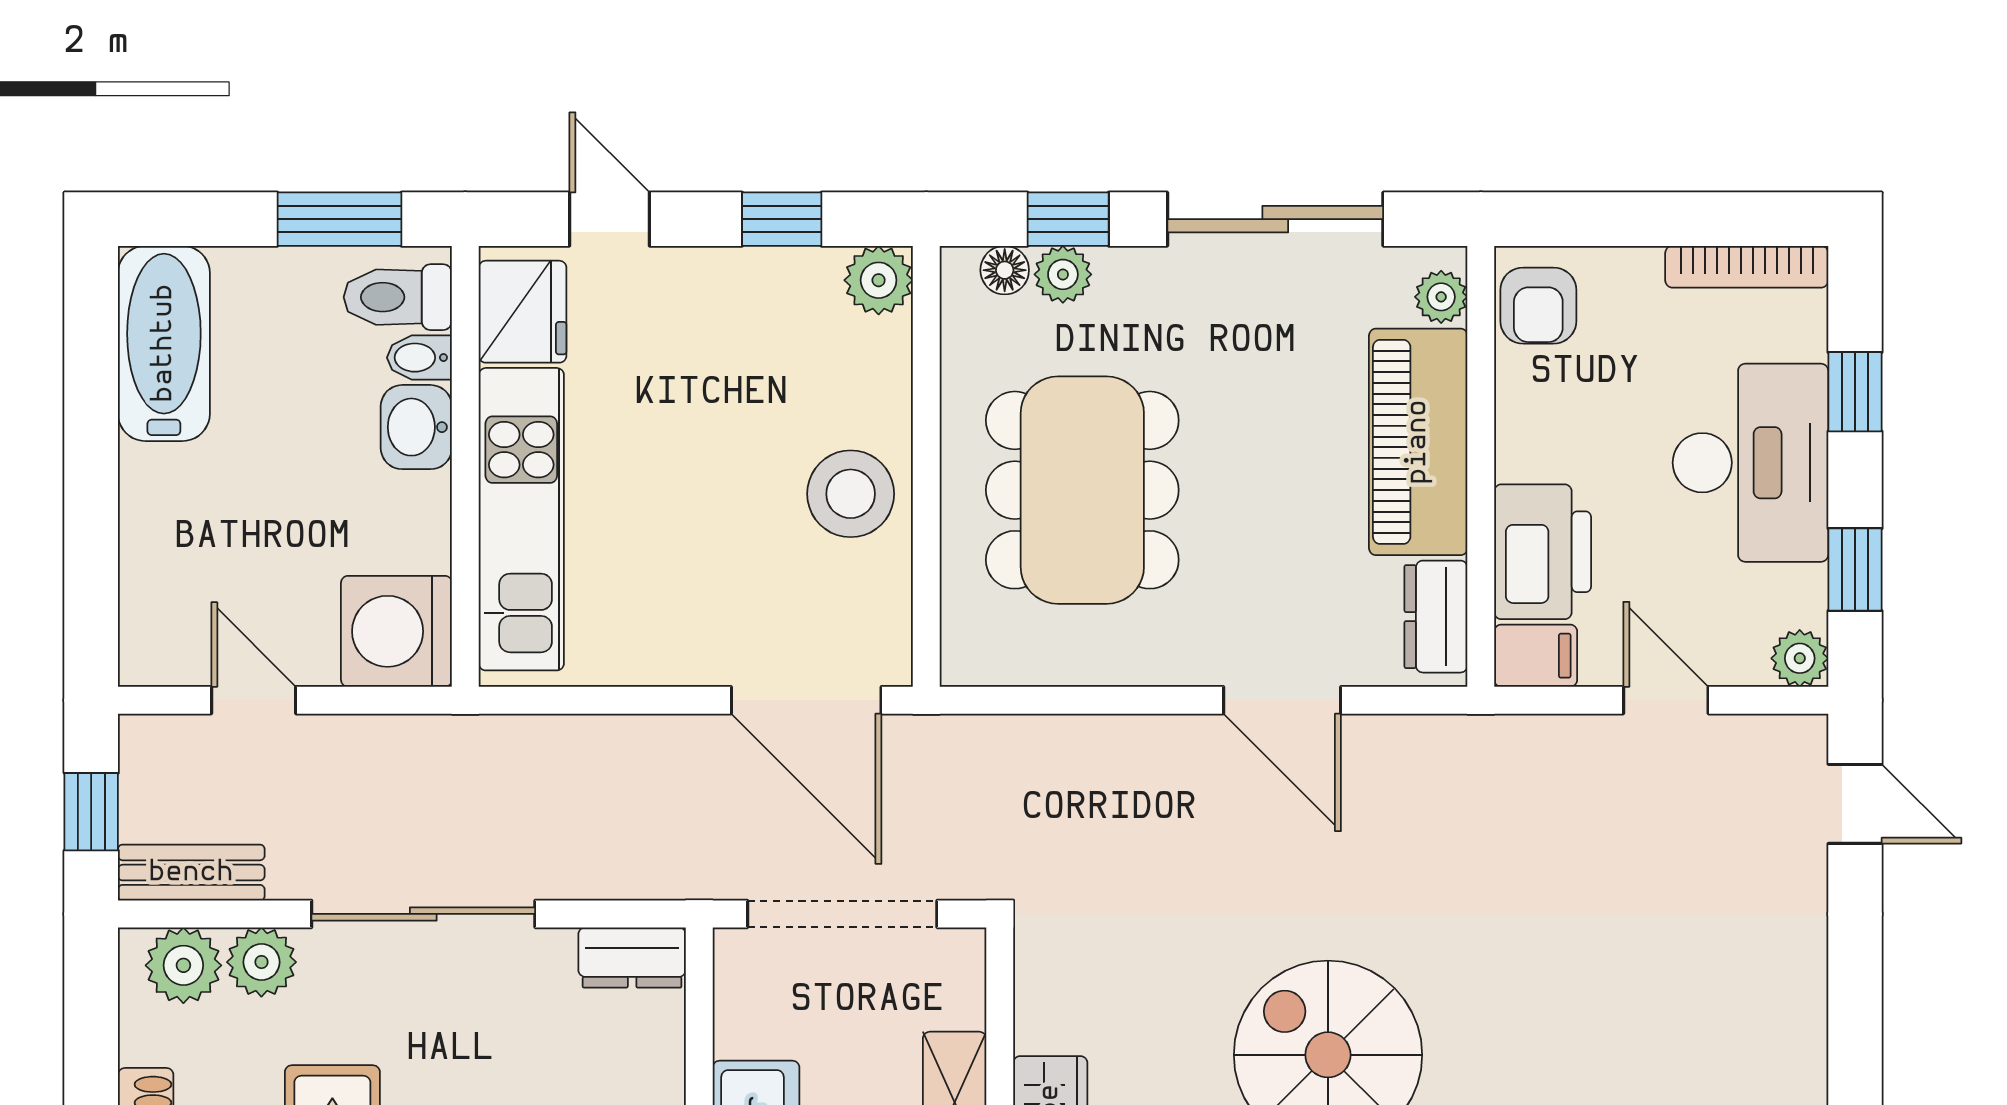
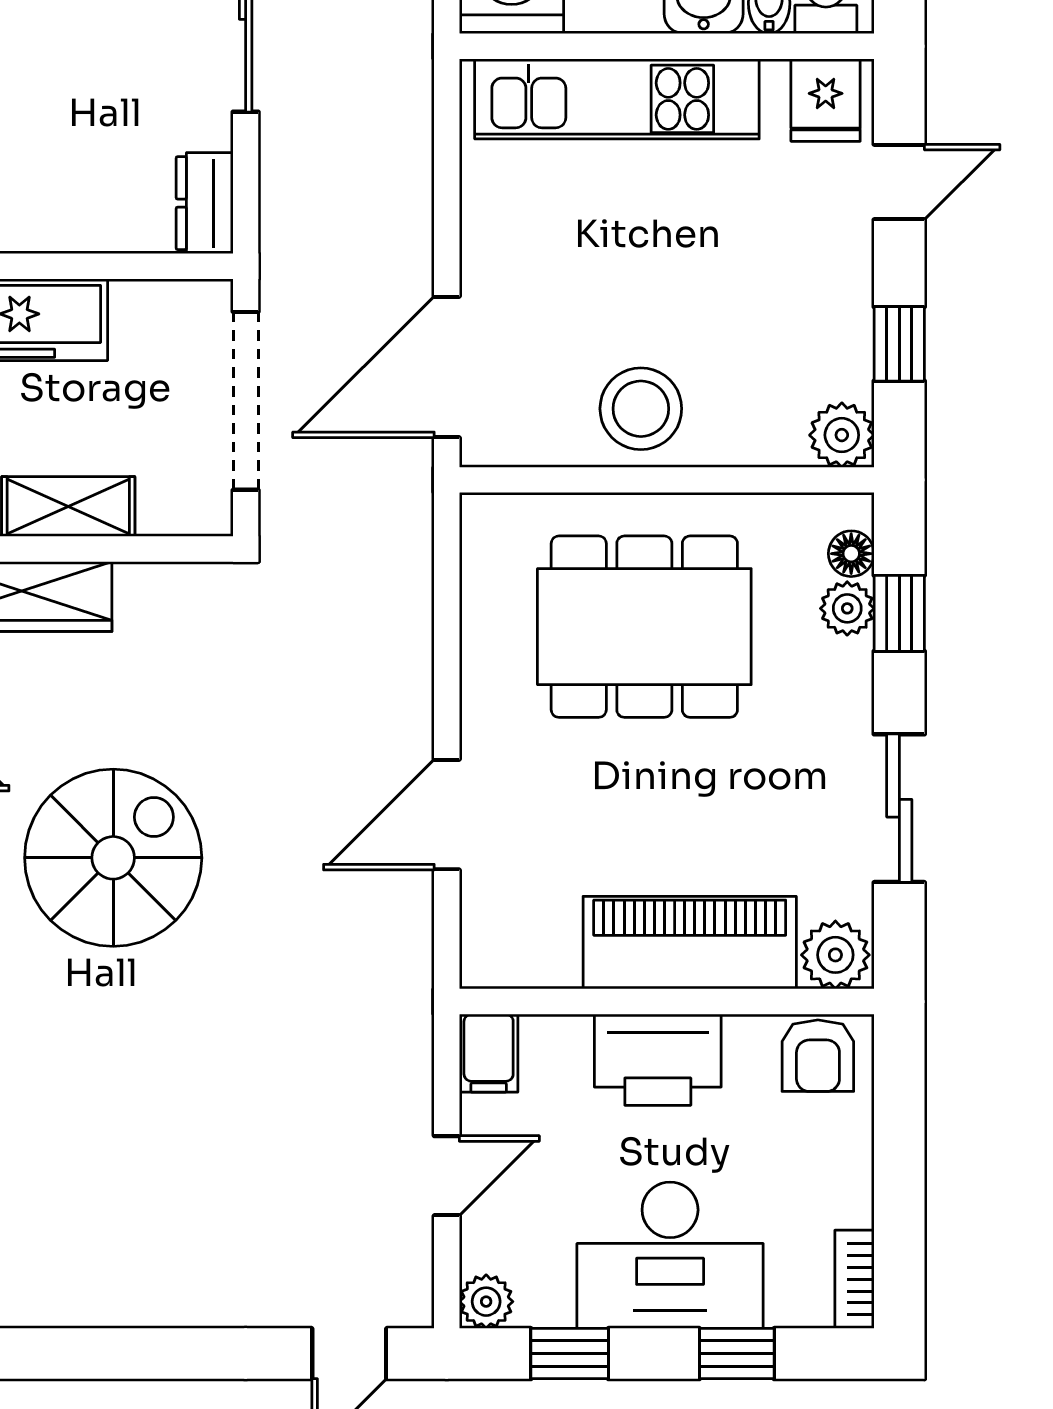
sliding door: (1275, 219) -> (899, 808), width x0.73
bookcase: (1747, 267) -> (854, 1279), width x0.64
plant: (1441, 297) -> (835, 955), width x1.38, depth x1.38
armchair: (1538, 306) -> (818, 1056), turned -90
fridge: (523, 312) -> (826, 100), width x0.72
printer: (1543, 552) -> (658, 1060), moved
dresser: (1436, 617) -> (525, 959), removed

